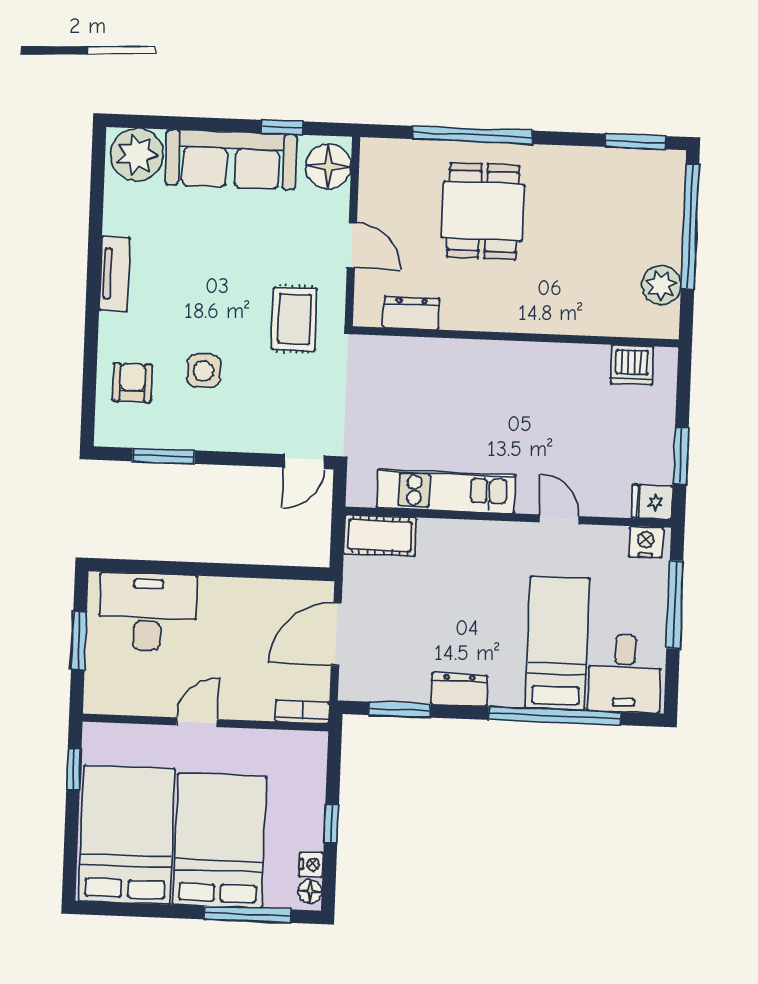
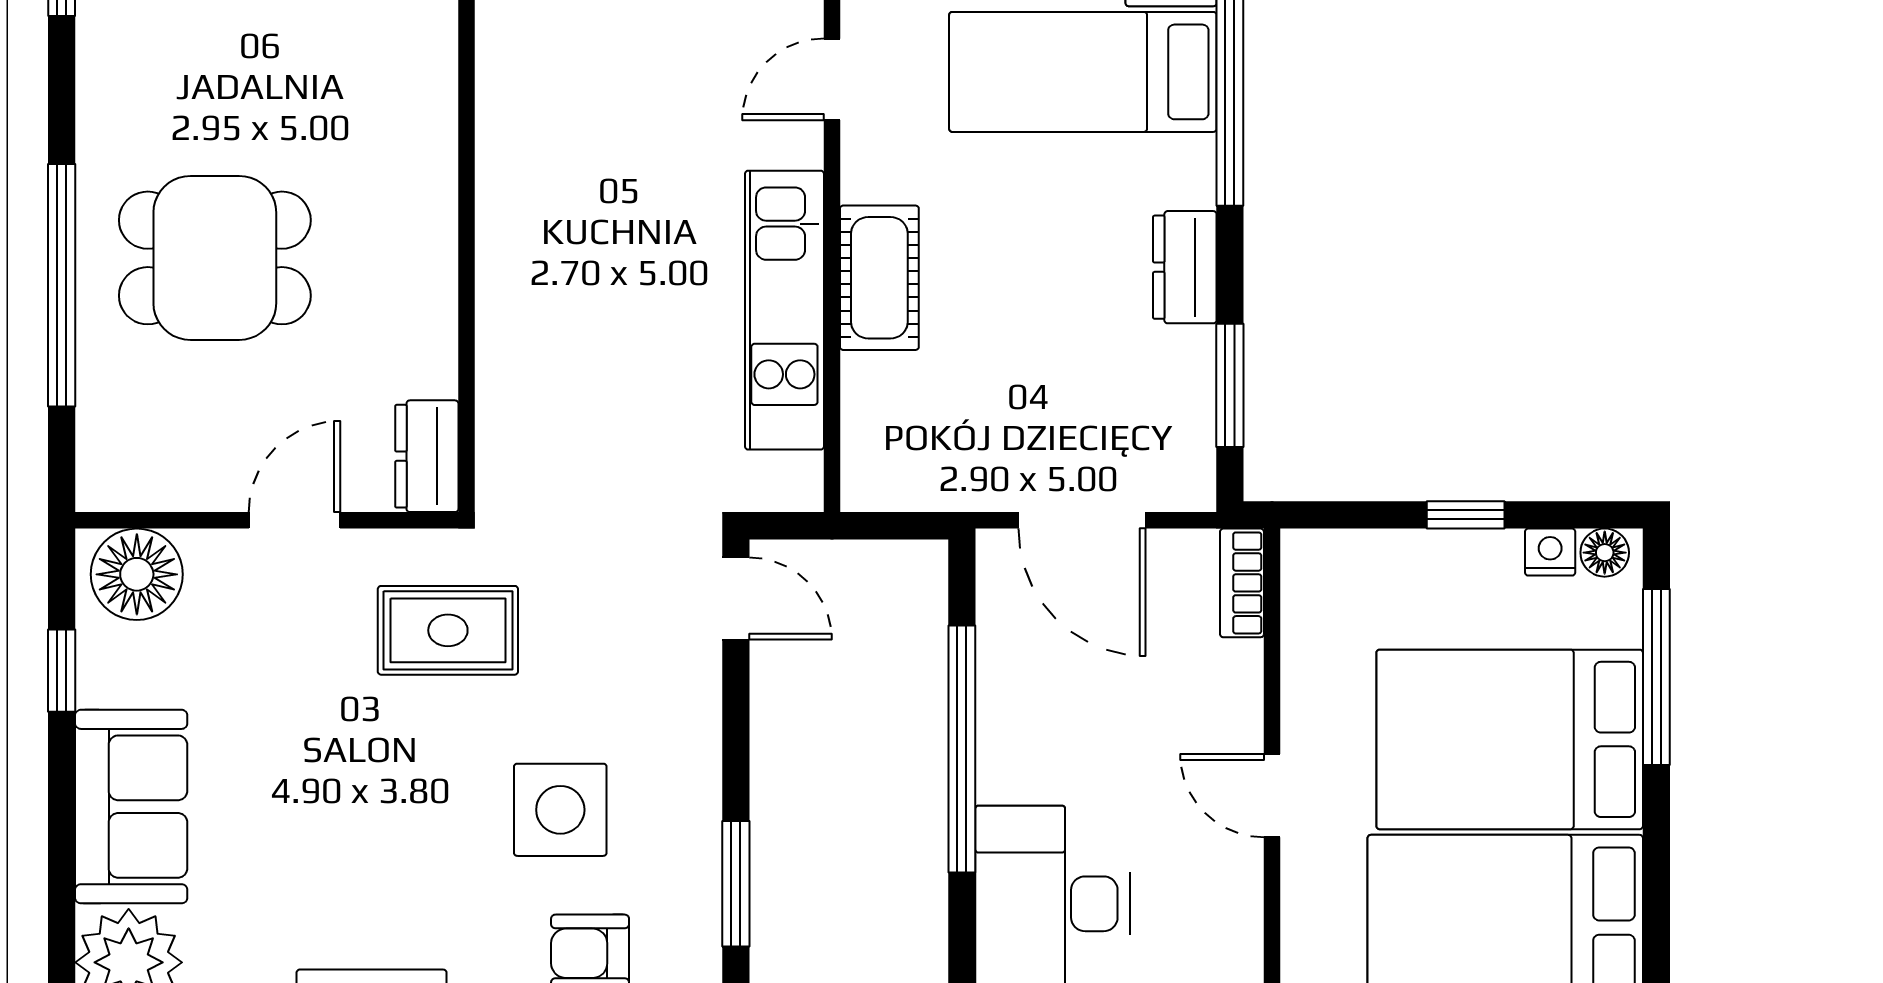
sofa: (231, 160) -> (131, 807), width x0.73
dresser: (411, 313) -> (427, 456), moved
side table: (204, 371) -> (560, 810), width x1.37, depth x1.37
cot: (380, 536) -> (879, 278), moved
window: (226, 570) -> (962, 749), added

